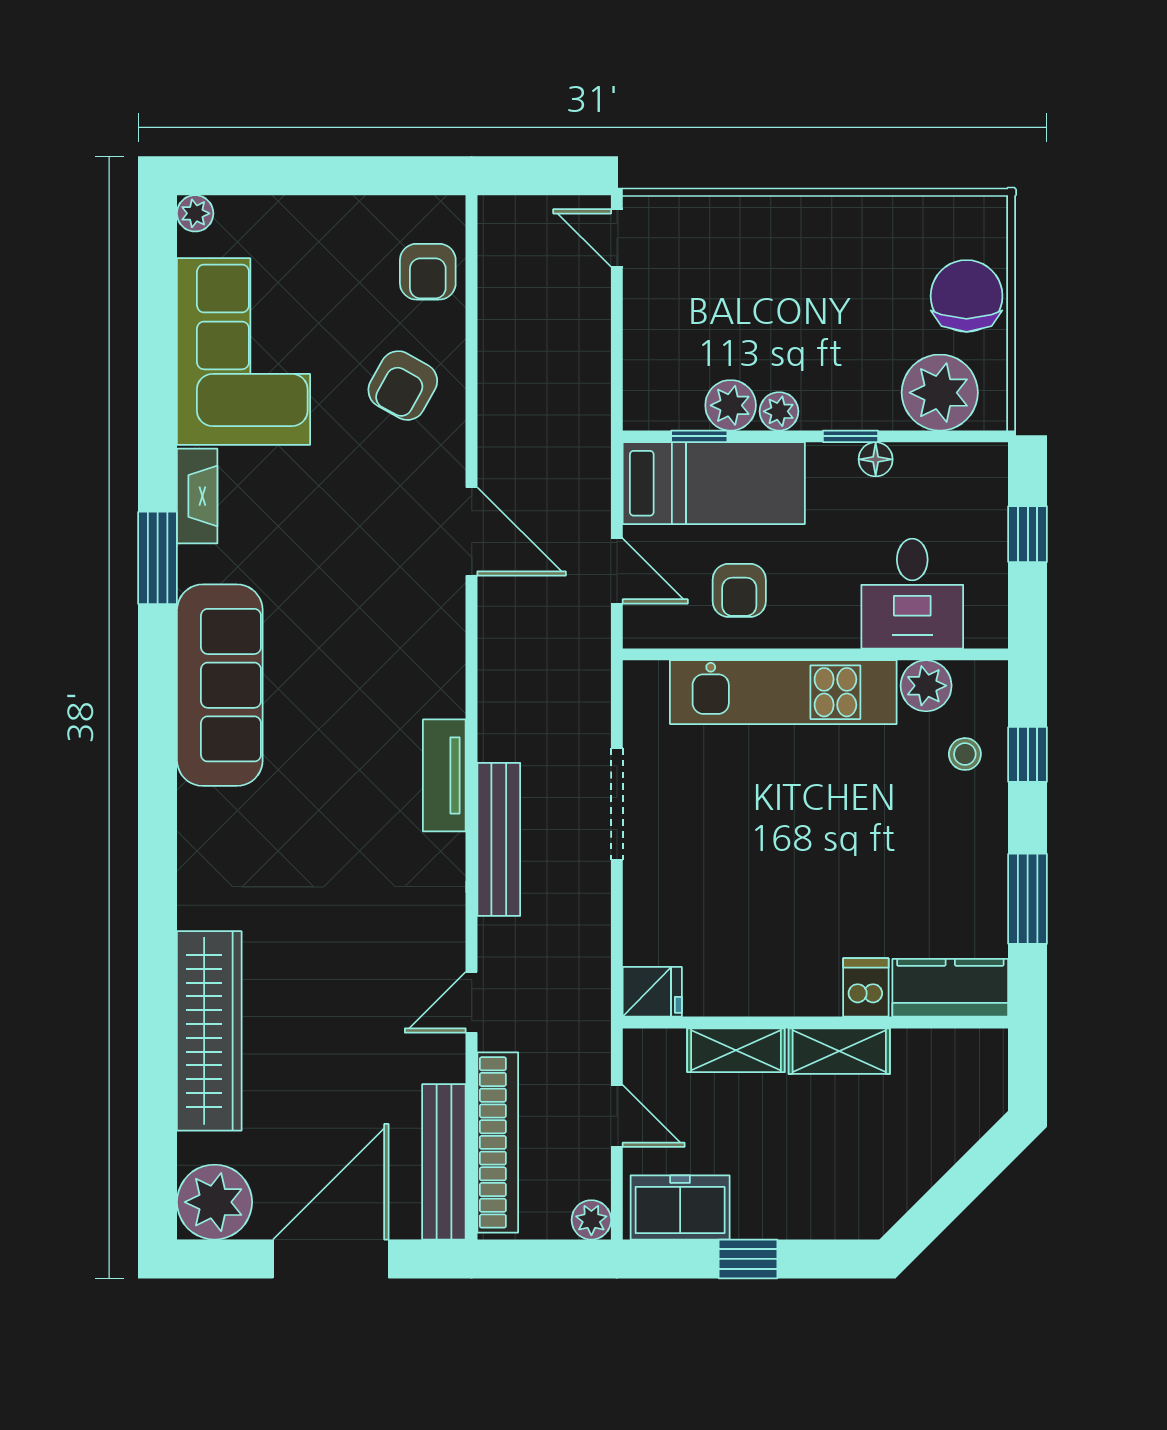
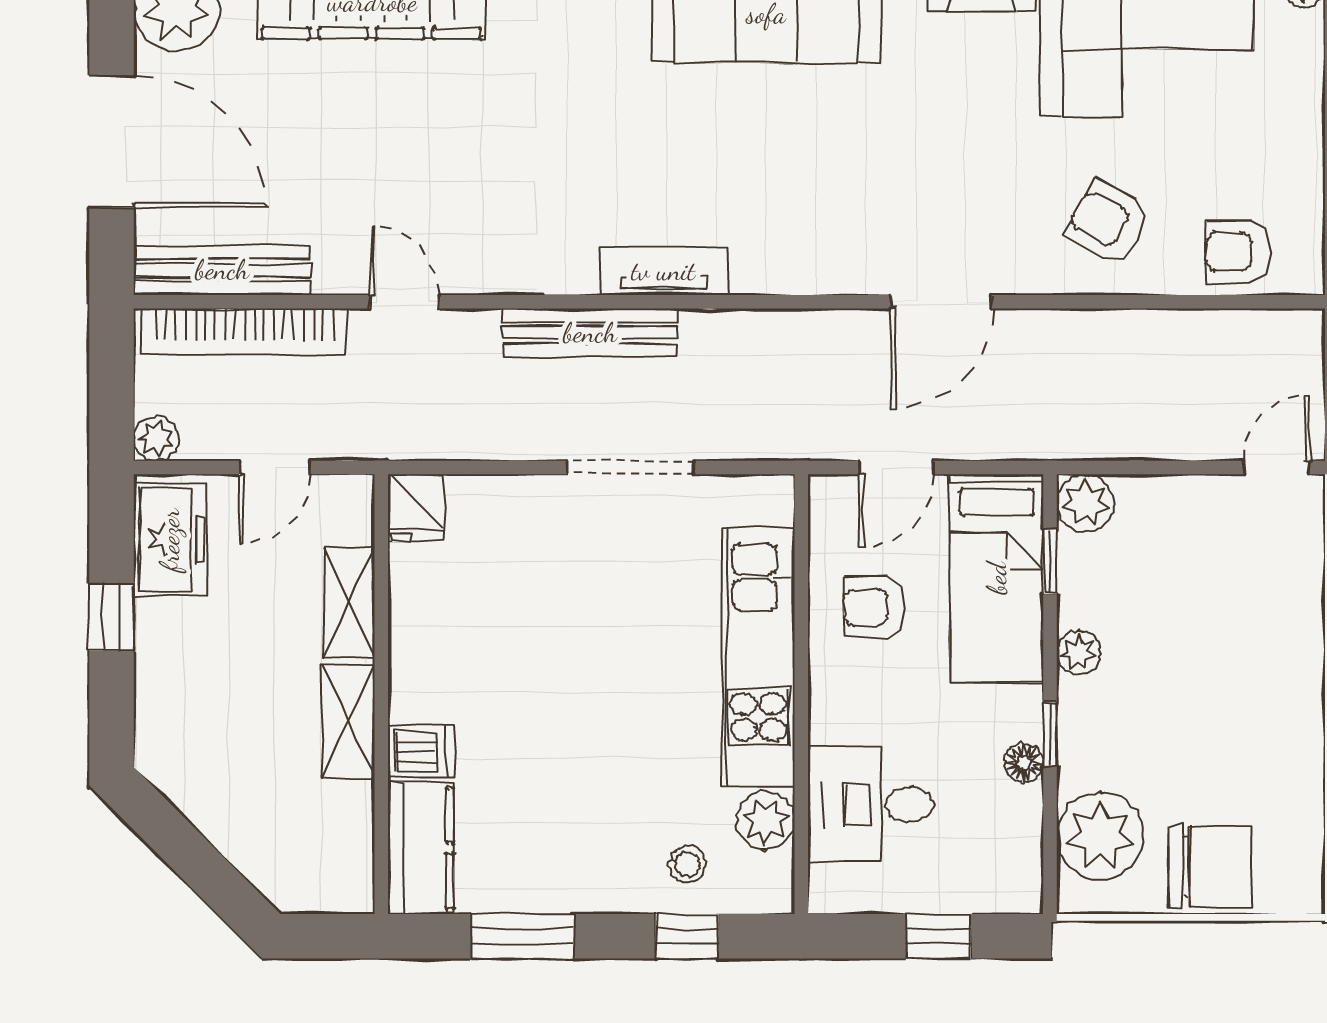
plant: (731, 405) -> (1085, 503), moved

